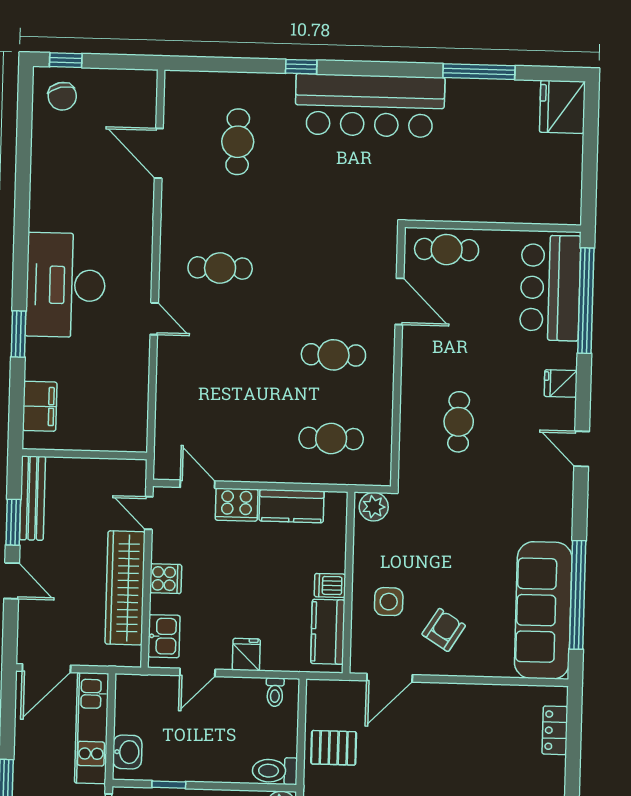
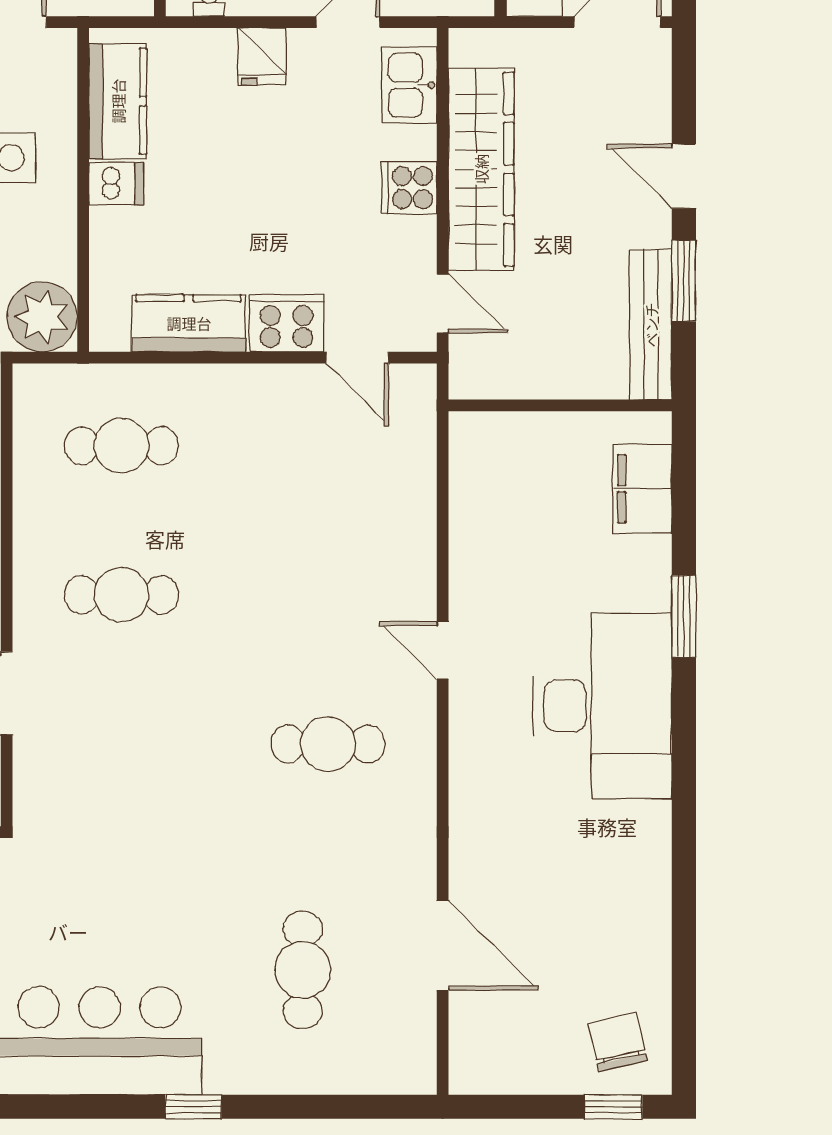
plant: (374, 507) -> (42, 317), width x1.36, depth x1.36

